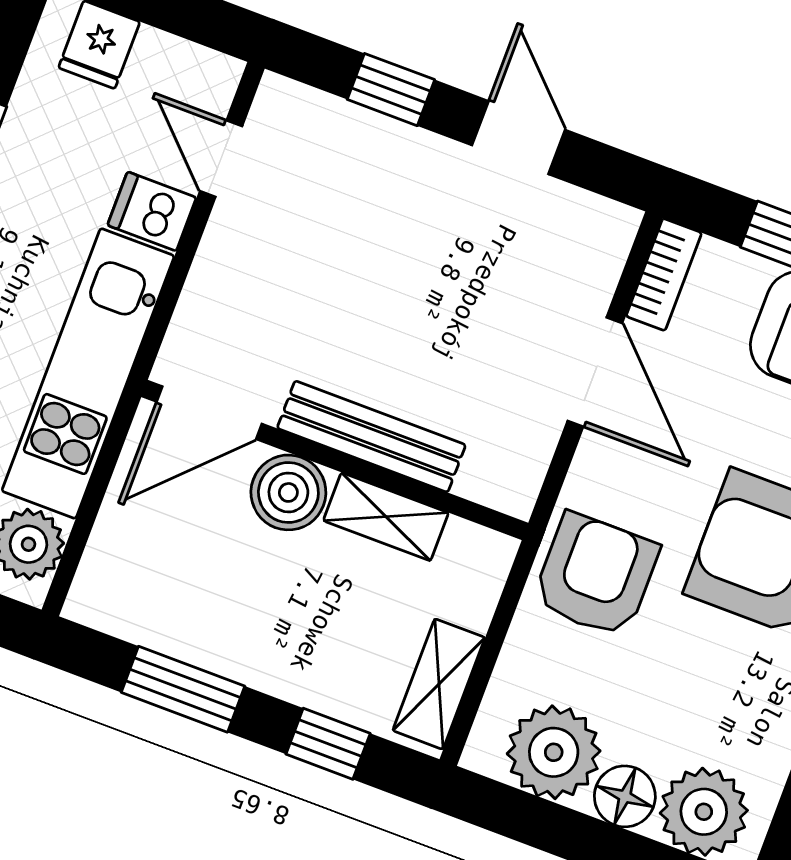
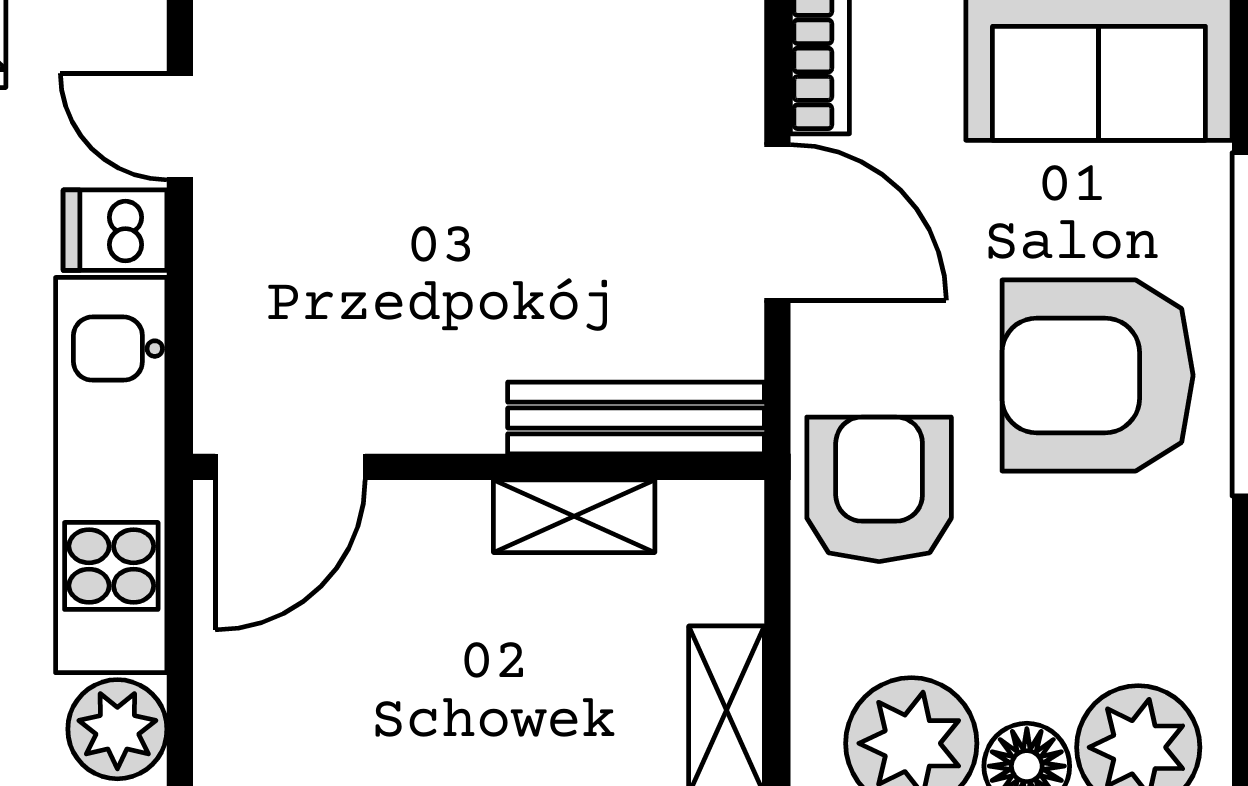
bench: (371, 437) -> (636, 418), moved
boiler: (288, 492) -> (434, 533), removed

